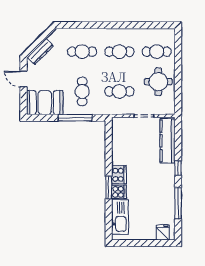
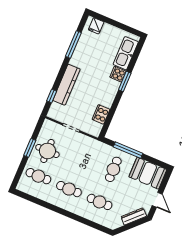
window: (178, 77) -> (30, 148), added
cafe table: (119, 91) -> (83, 156), removed
kitchen counter: (168, 141) -> (66, 85), moved
window: (178, 168) -> (52, 96), moved
cooker: (119, 175) -> (101, 114), moved

